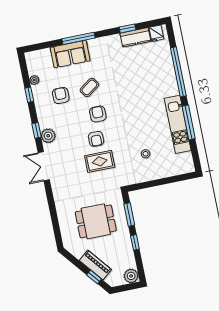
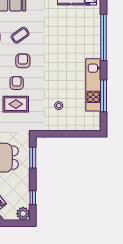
window: (189, 122) -> (104, 96), moved
armchair: (96, 139) -> (17, 83), turned 180
window: (135, 242) -> (33, 198), moved

